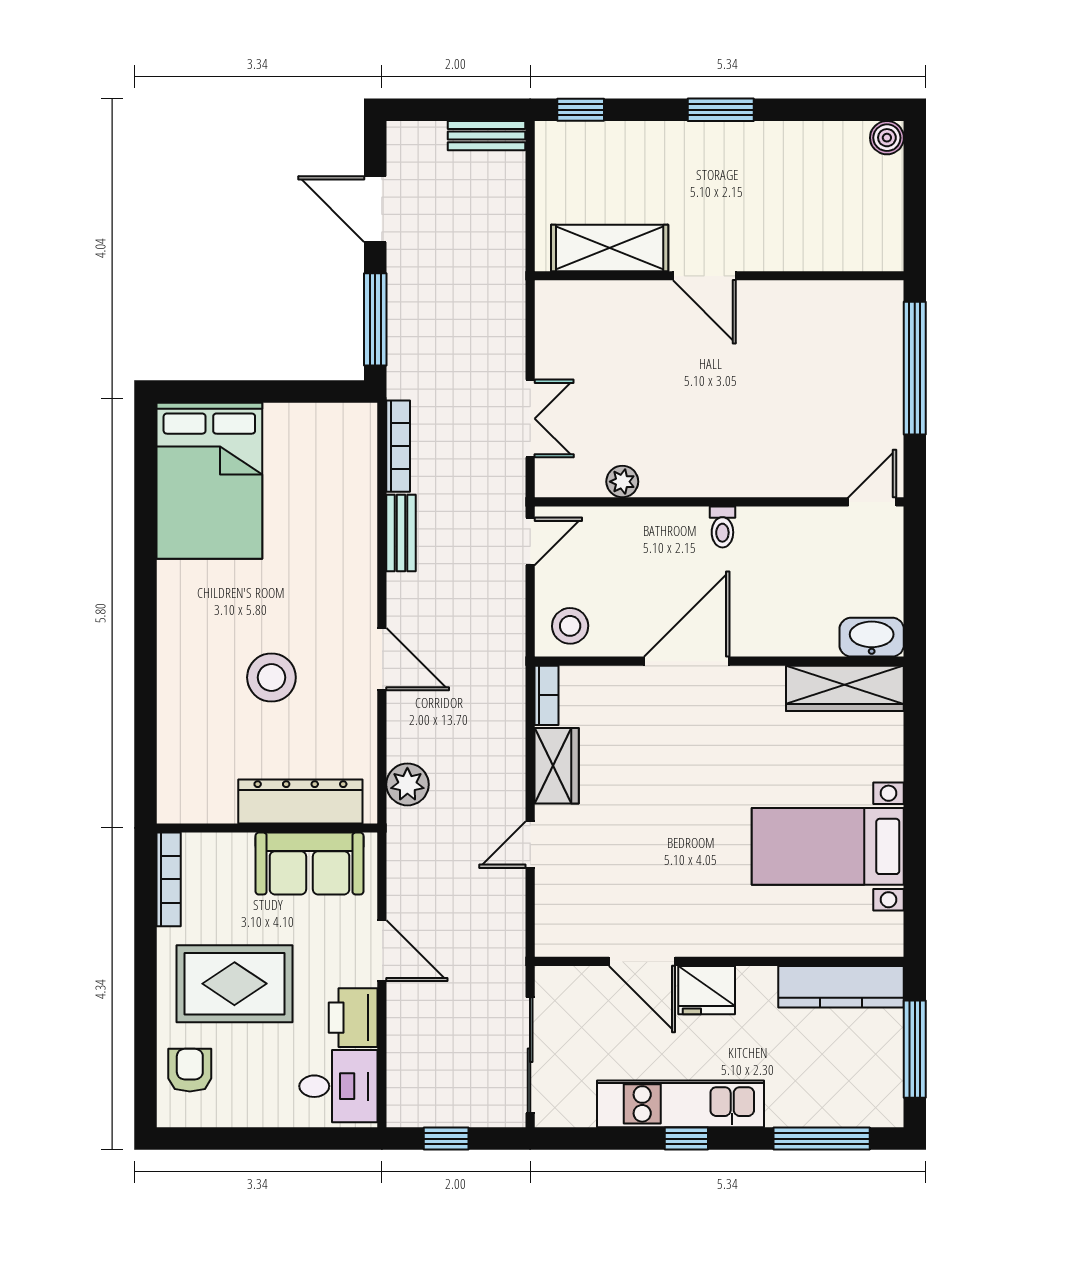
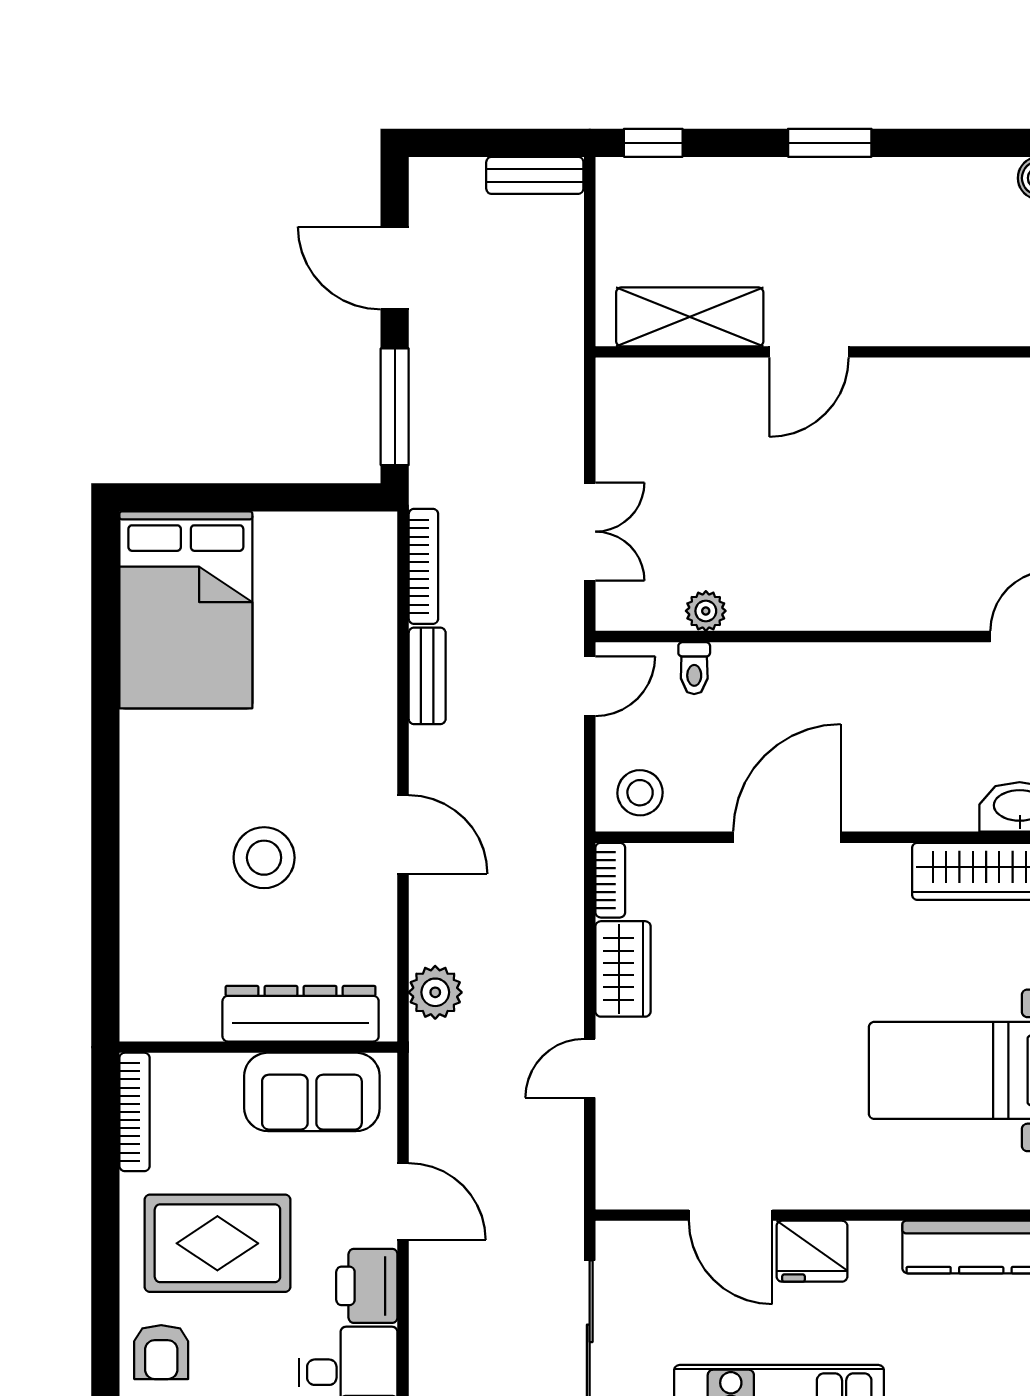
door: (704, 276) -> (809, 352), hinge flipped
toilet: (722, 527) -> (694, 668), moved
armchair: (190, 1070) -> (161, 1352), turned 180

